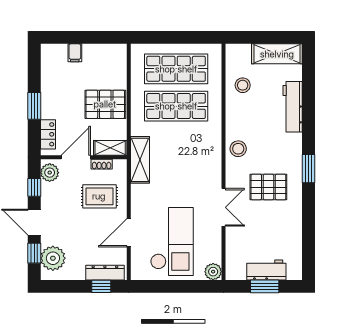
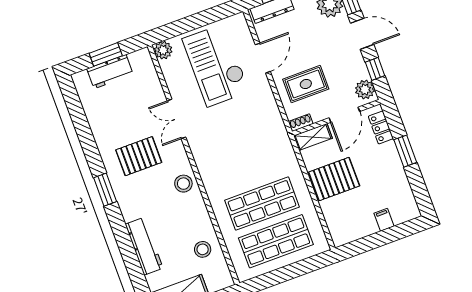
shelving: (140, 160) -> (278, 136), removed
shoe rack: (102, 164) -> (301, 123), moved

